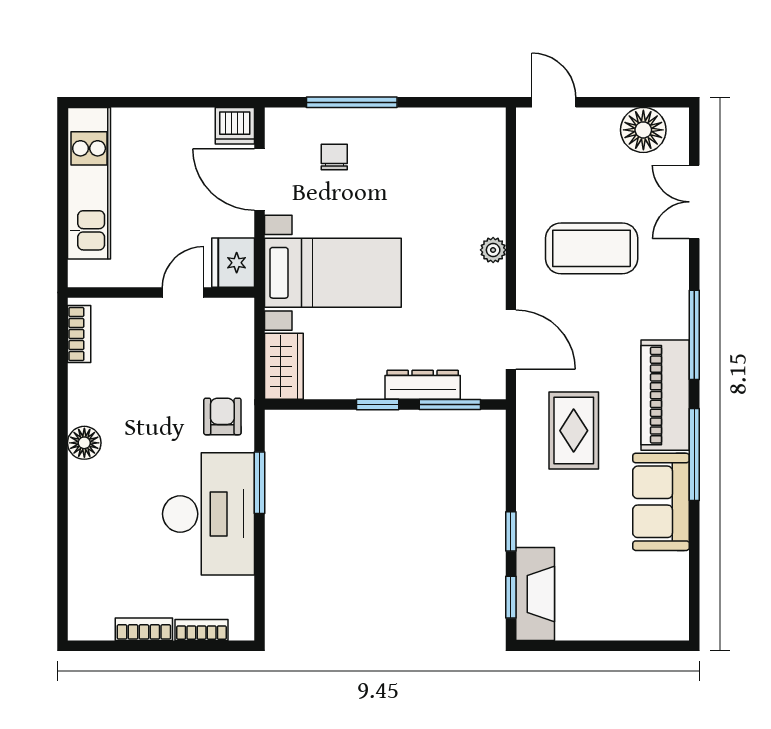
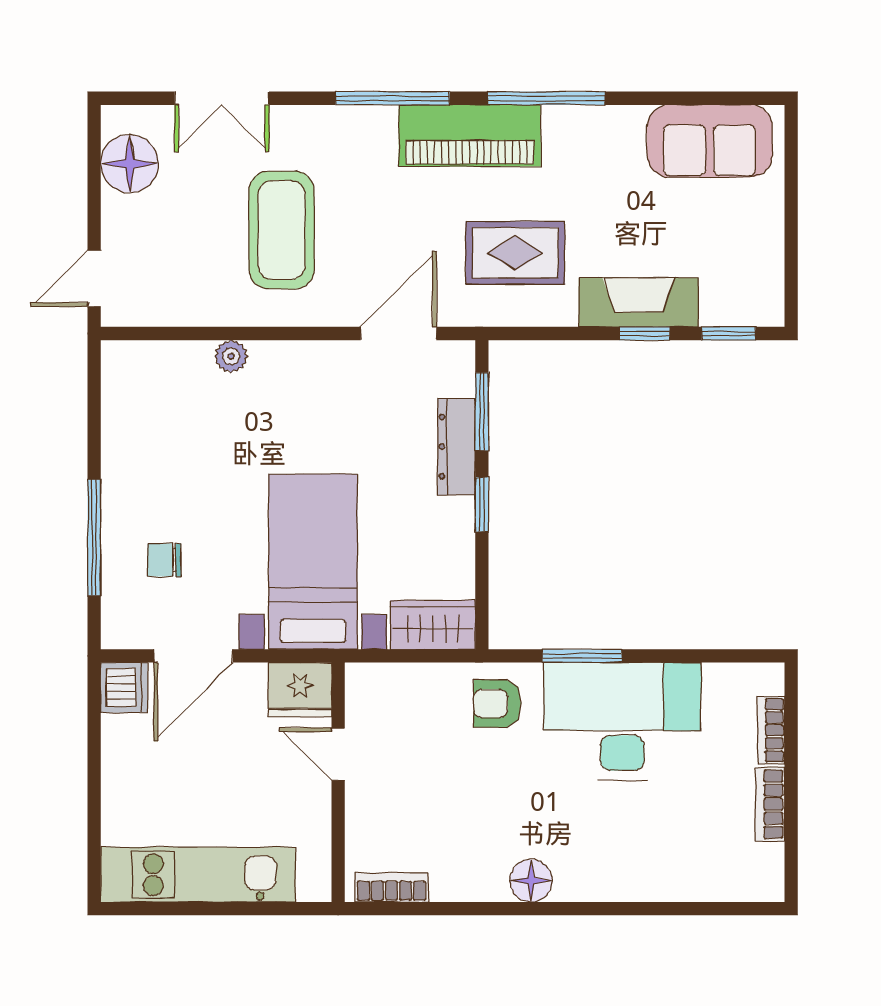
plant: (493, 250) -> (231, 356), moved
sofa: (661, 502) -> (710, 141), moved
fireplace: (535, 594) -> (639, 302), moved

